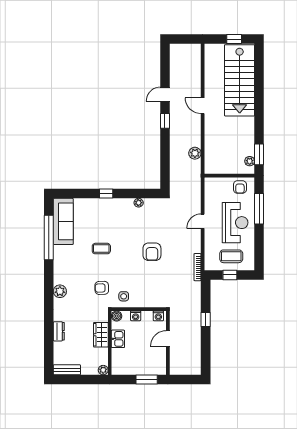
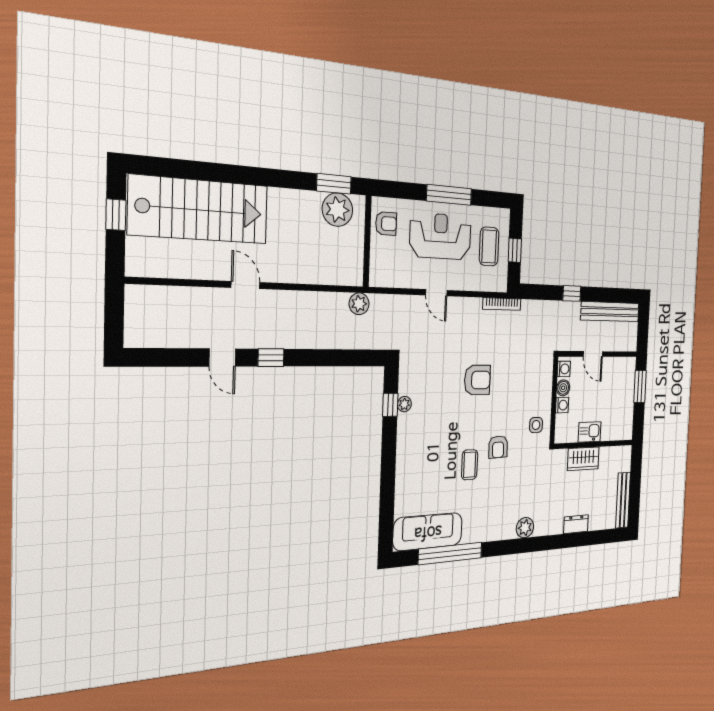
door: (203, 106) -> (246, 285), swing flipped
plant: (195, 153) -> (359, 304), moved
plant: (250, 161) -> (337, 210), width x1.88, depth x1.88
window: (106, 194) -> (390, 405), moved
window: (259, 209) -> (449, 195), moved
armchair: (102, 288) -> (498, 447), moved
boiler: (117, 316) -> (563, 388), moved
bench: (195, 351) -> (610, 312), added
bench: (67, 370) -> (623, 500), width x1.36
plant: (103, 370) -> (626, 453), removed

